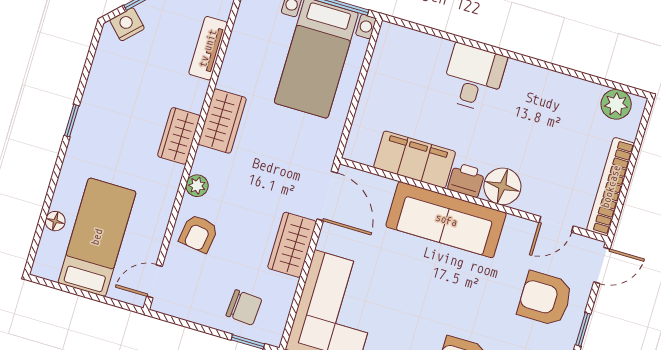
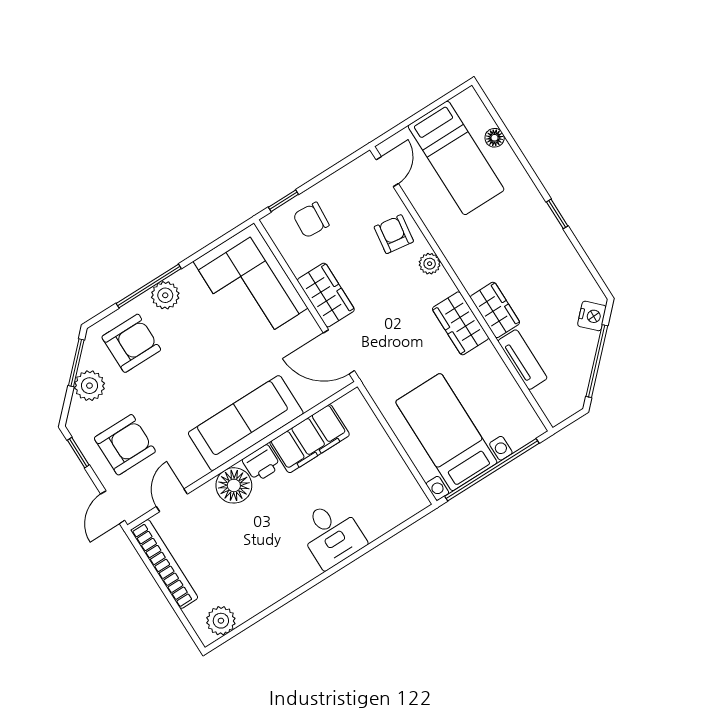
wardrobe: (179, 136) -> (495, 310), moved

